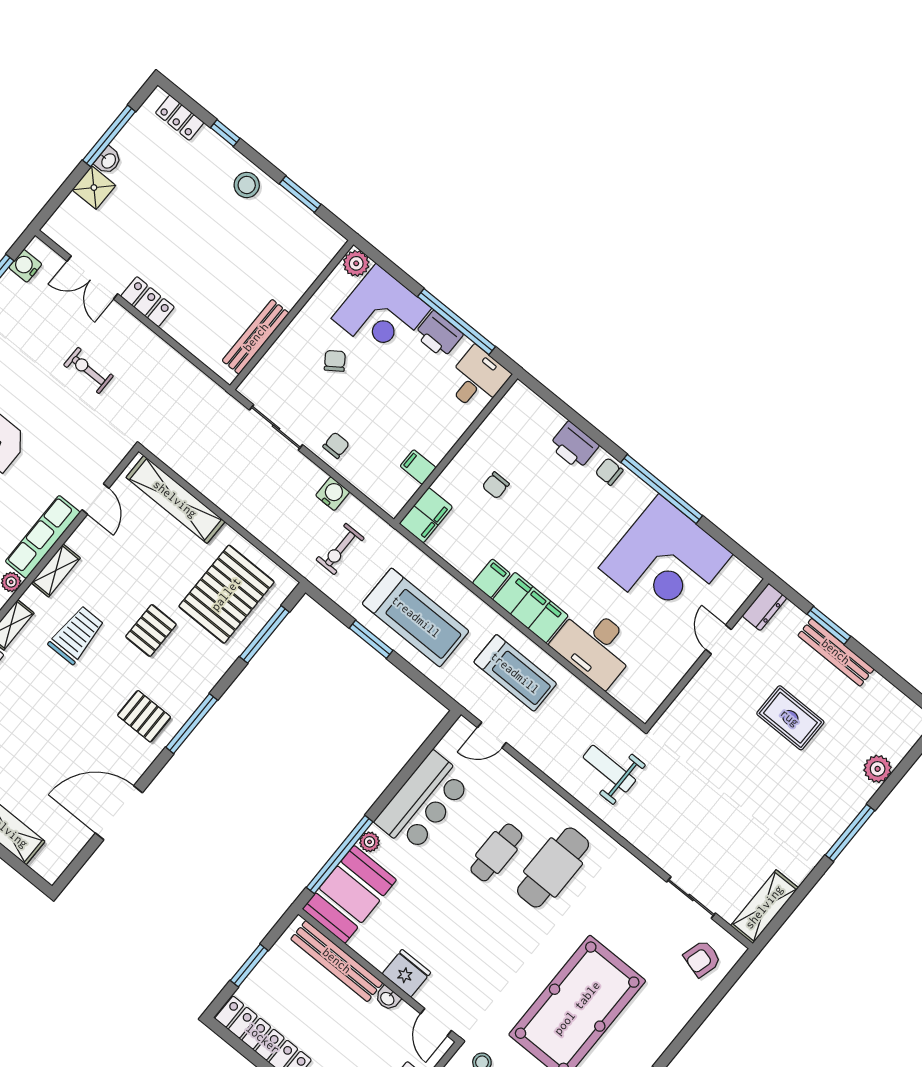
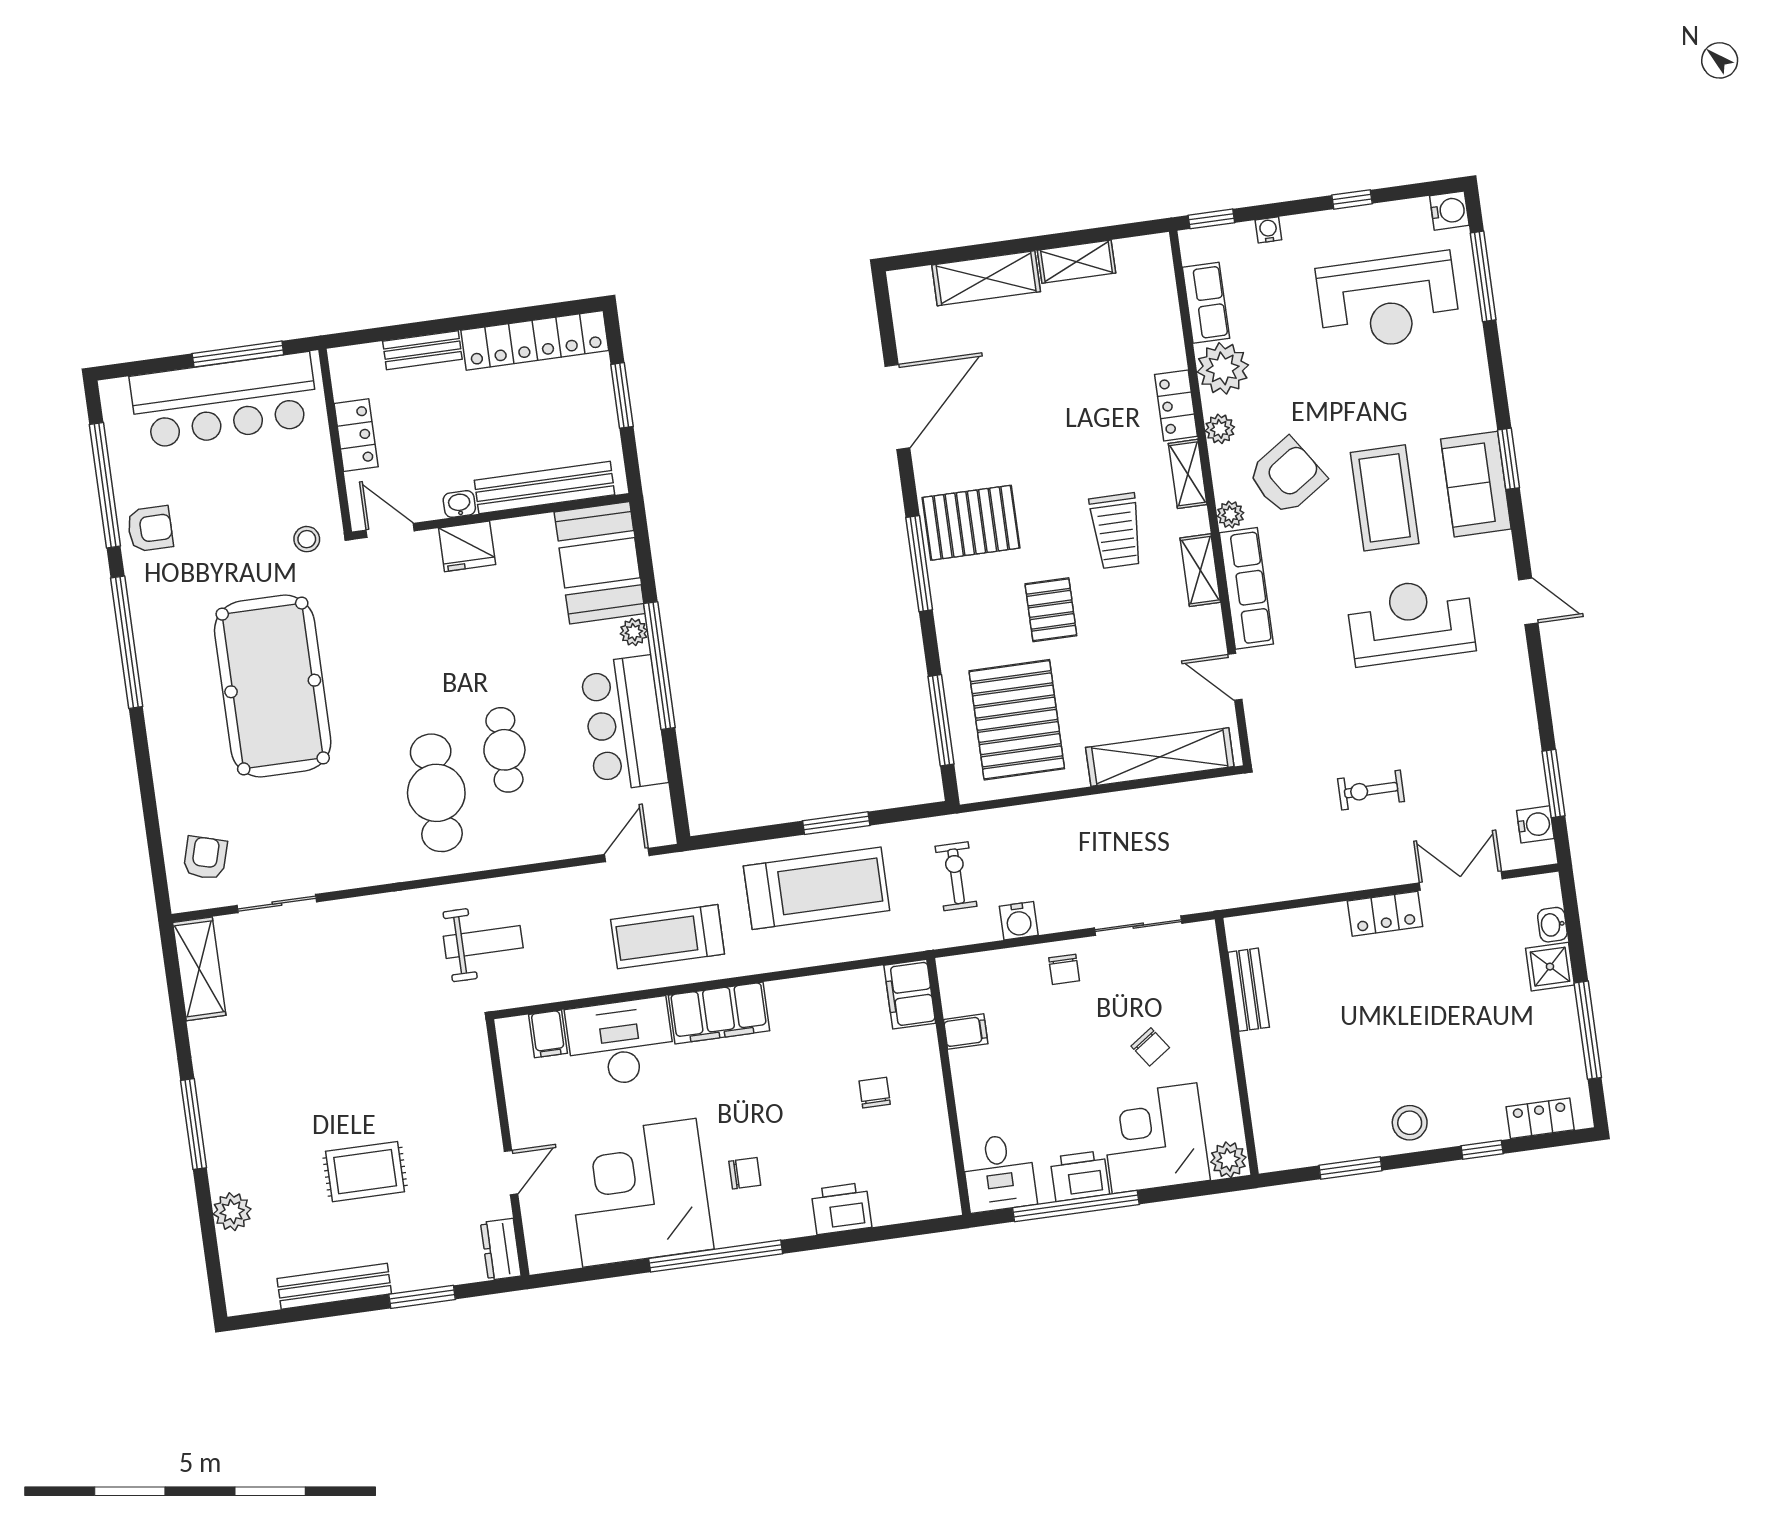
washbasin: (108, 161) -> (1552, 925), moved
bench: (256, 337) -> (1249, 990), width x0.73
exercise bike: (88, 370) -> (1371, 790), turned 180
chair: (609, 472) -> (745, 1173), moved
filing cabinet: (491, 578) -> (548, 1034), moved
treadmill: (416, 617) -> (817, 888), turned 180
door: (719, 639) -> (511, 1173), hinge flipped
bench: (836, 652) -> (334, 1286), moved
pallet: (144, 716) -> (971, 523), width x1.50, depth x1.42
window: (340, 855) -> (659, 666), moved

